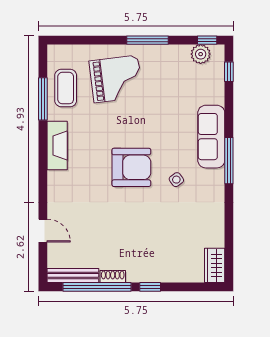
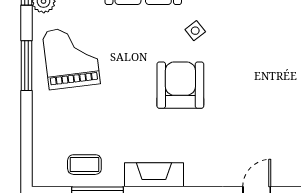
grand piano: (116, 79) -> (71, 57), moved
coffee table: (66, 88) -> (84, 165), width x0.73, depth x0.77

